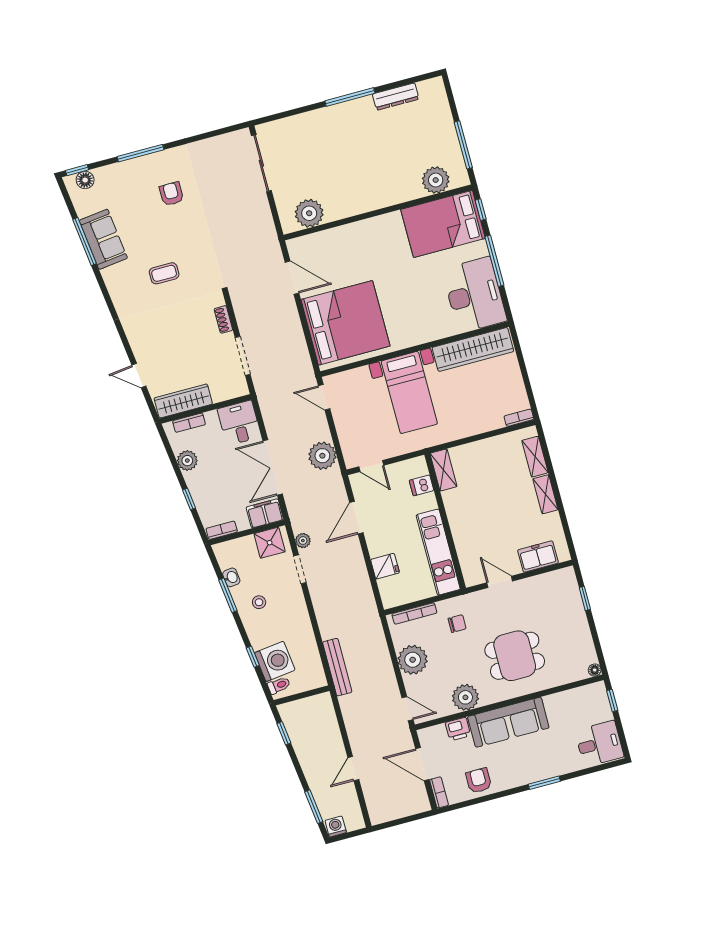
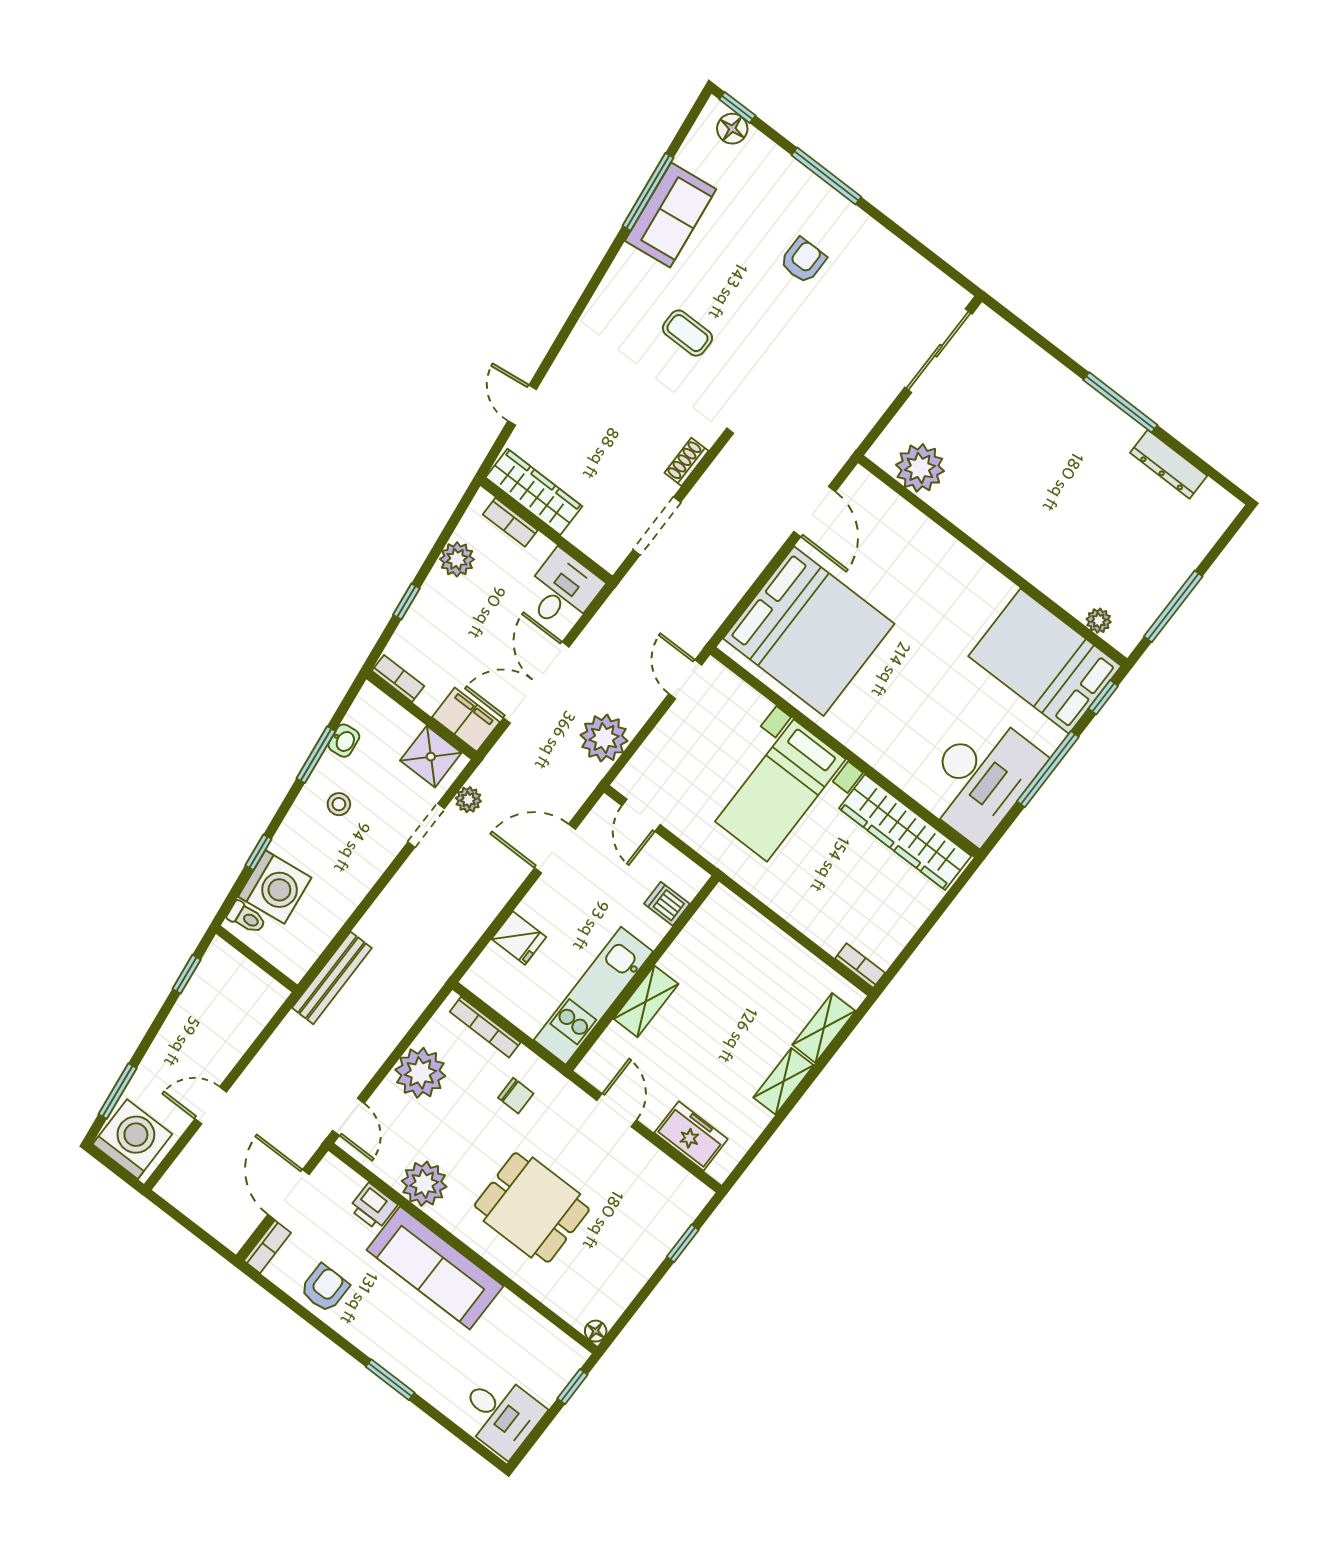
plant: (436, 180) -> (1099, 621), width x0.53, depth x0.53
shelving: (443, 470) -> (646, 1001), moved
washing machine: (336, 826) -> (132, 1139), width x1.89, depth x1.89

